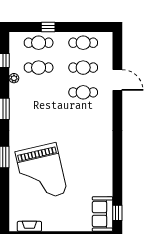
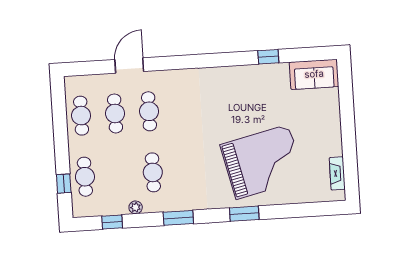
window: (48, 27) -> (64, 184), moved
cafe table: (39, 68) -> (153, 172), moved
window: (117, 213) -> (268, 57), moved

